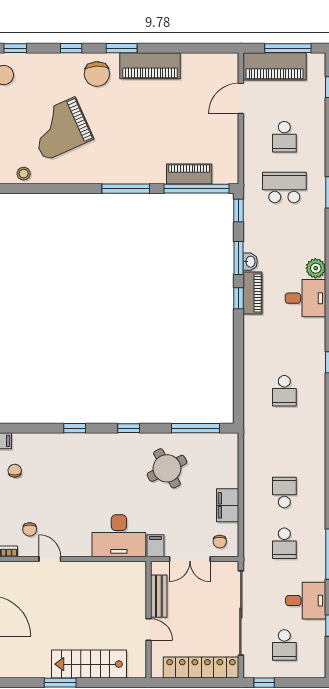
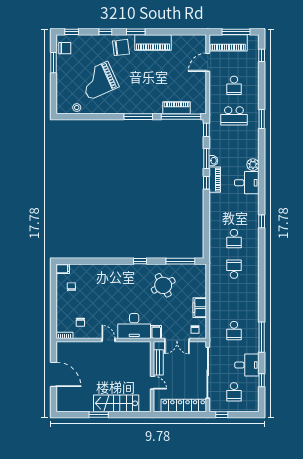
chair: (97, 74) -> (121, 47), turned -95
school desk: (284, 187) -> (234, 116), turned 180
window: (75, 428) -> (107, 261), removed
school desk: (284, 492) -> (234, 269), moved
door: (50, 559) -> (108, 340), moved

